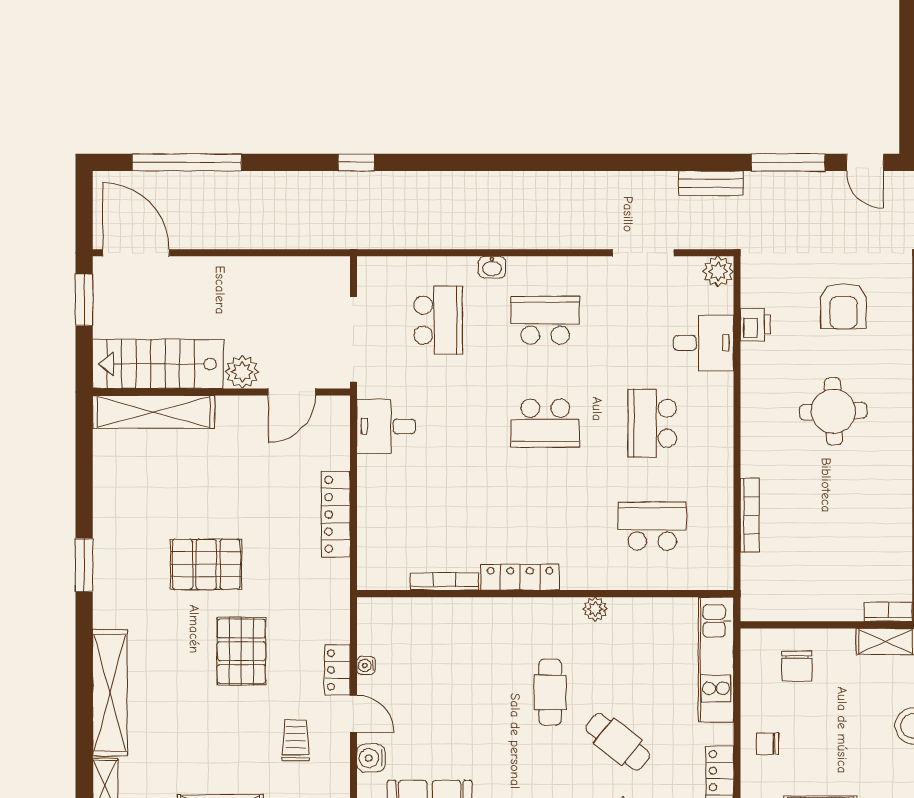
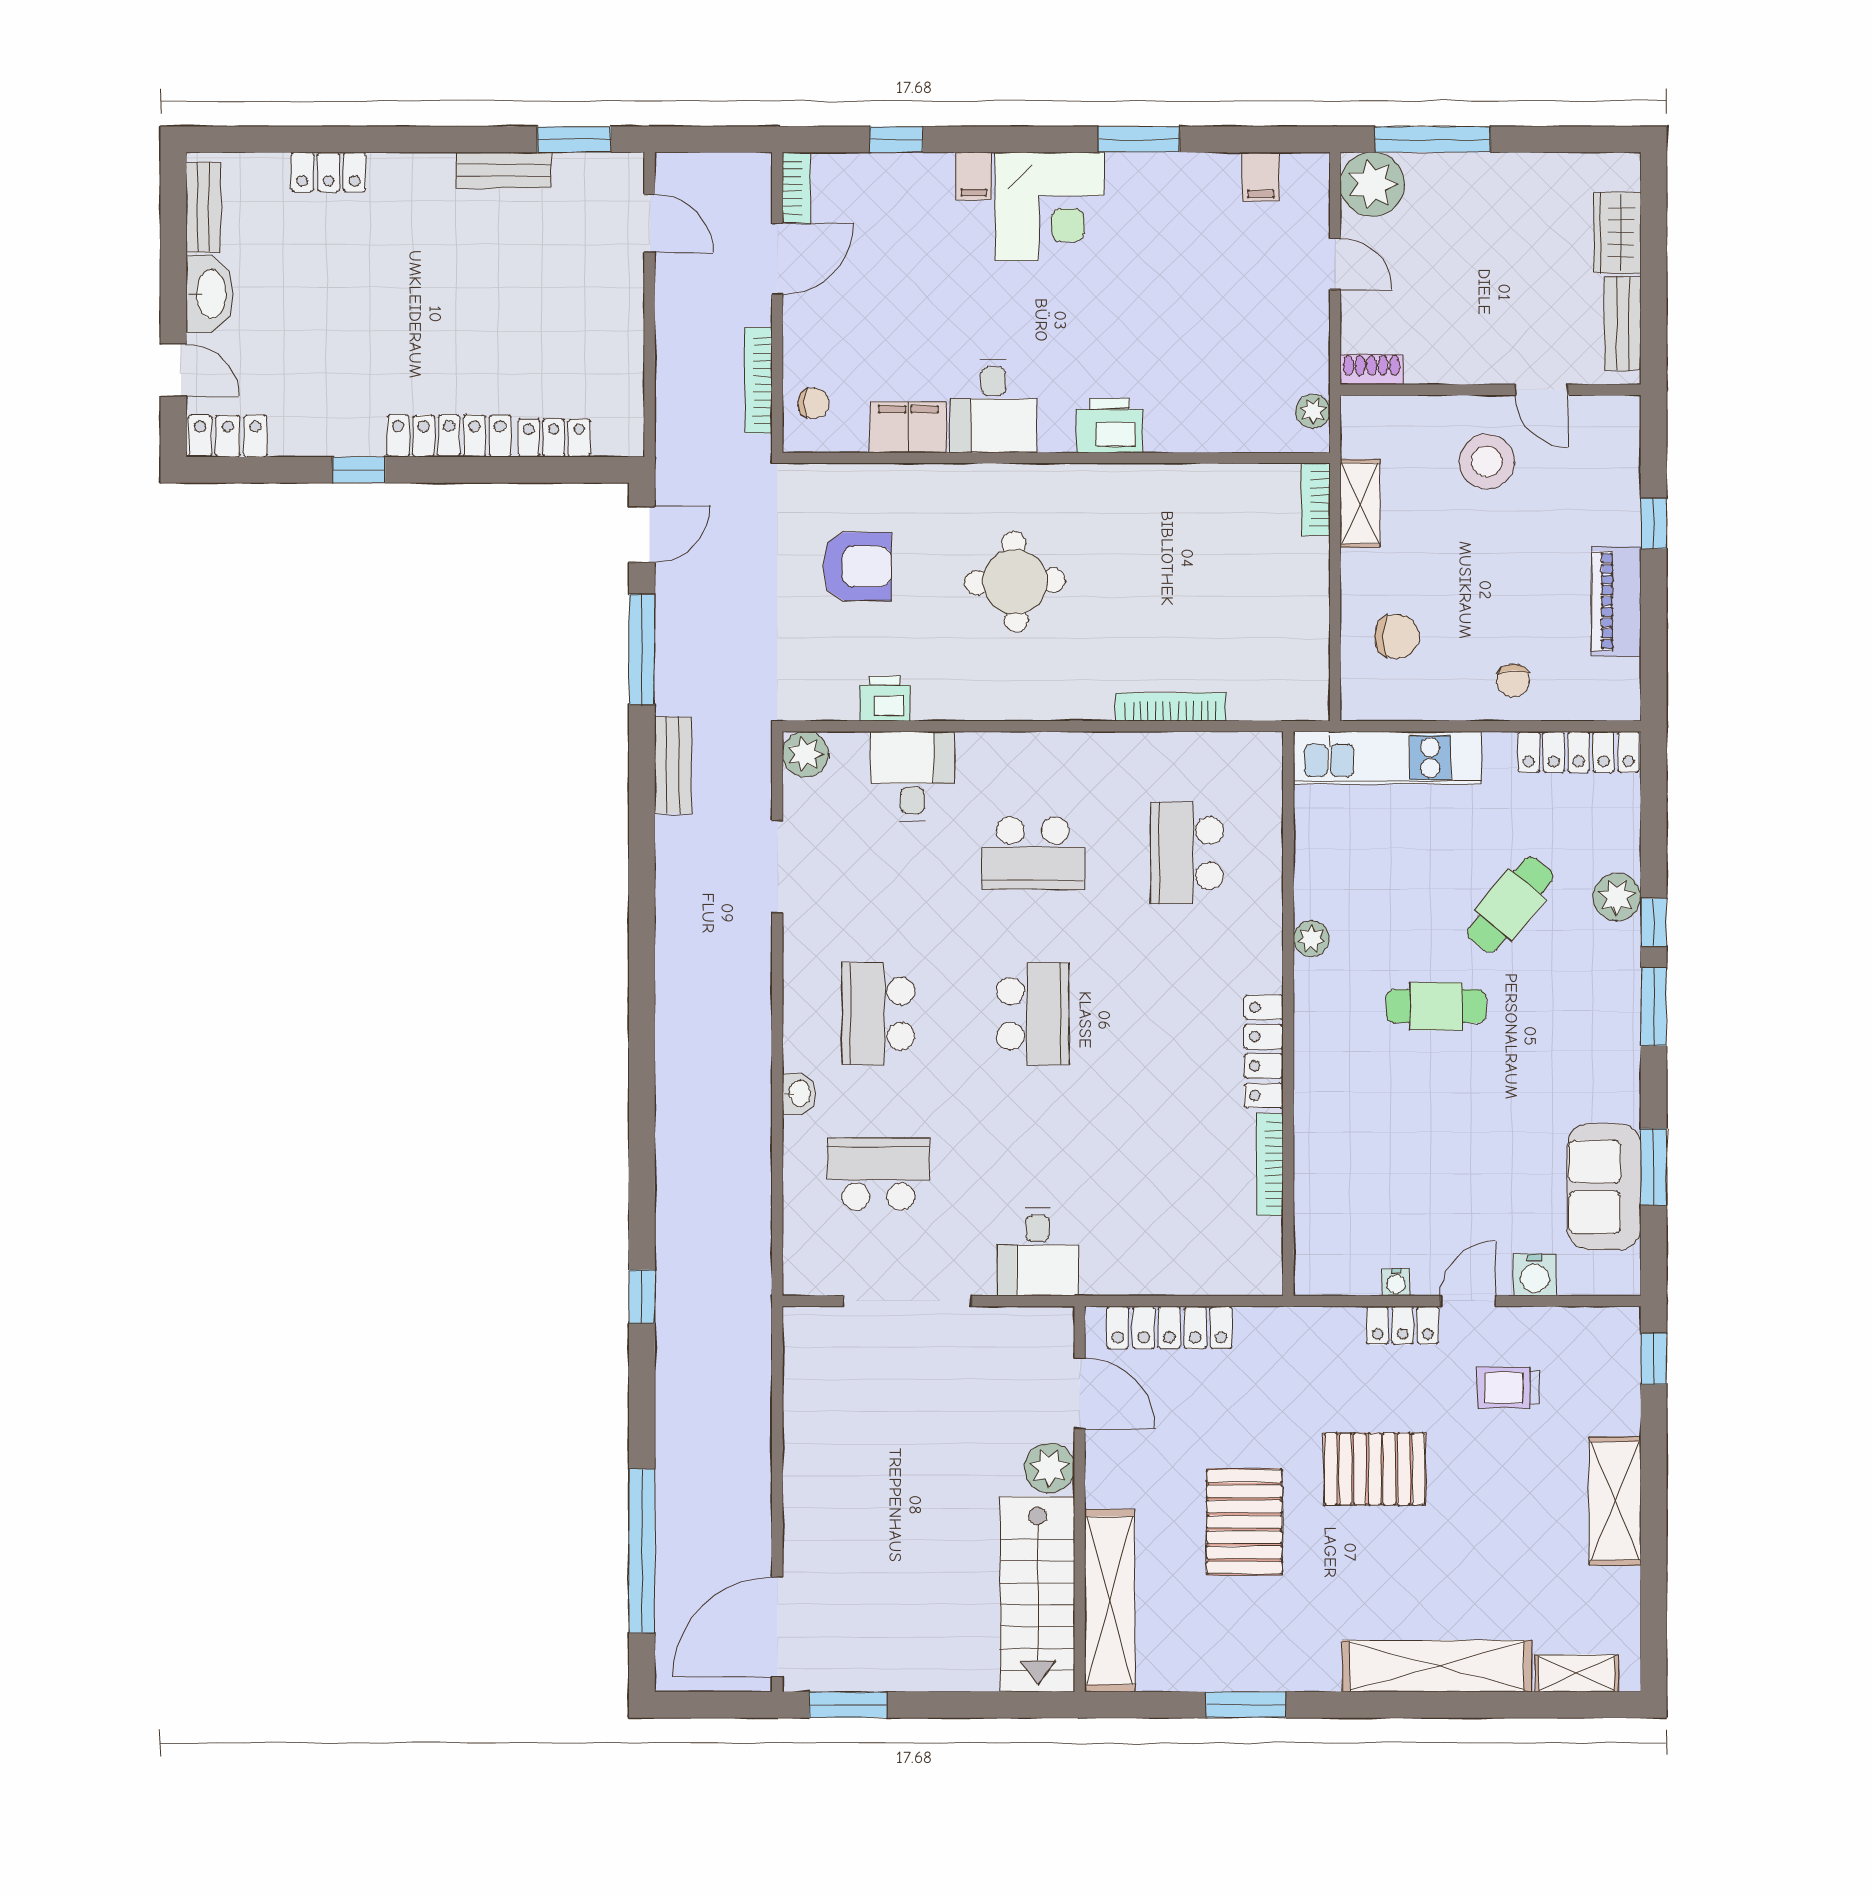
stairs: (158, 364) -> (1038, 1594), moved
plant: (242, 372) -> (1049, 1468), moved
wall: (221, 392) -> (1080, 1499), moved
door: (292, 392) -> (1080, 1393), moved
shelving: (154, 412) -> (1110, 1601), moved

